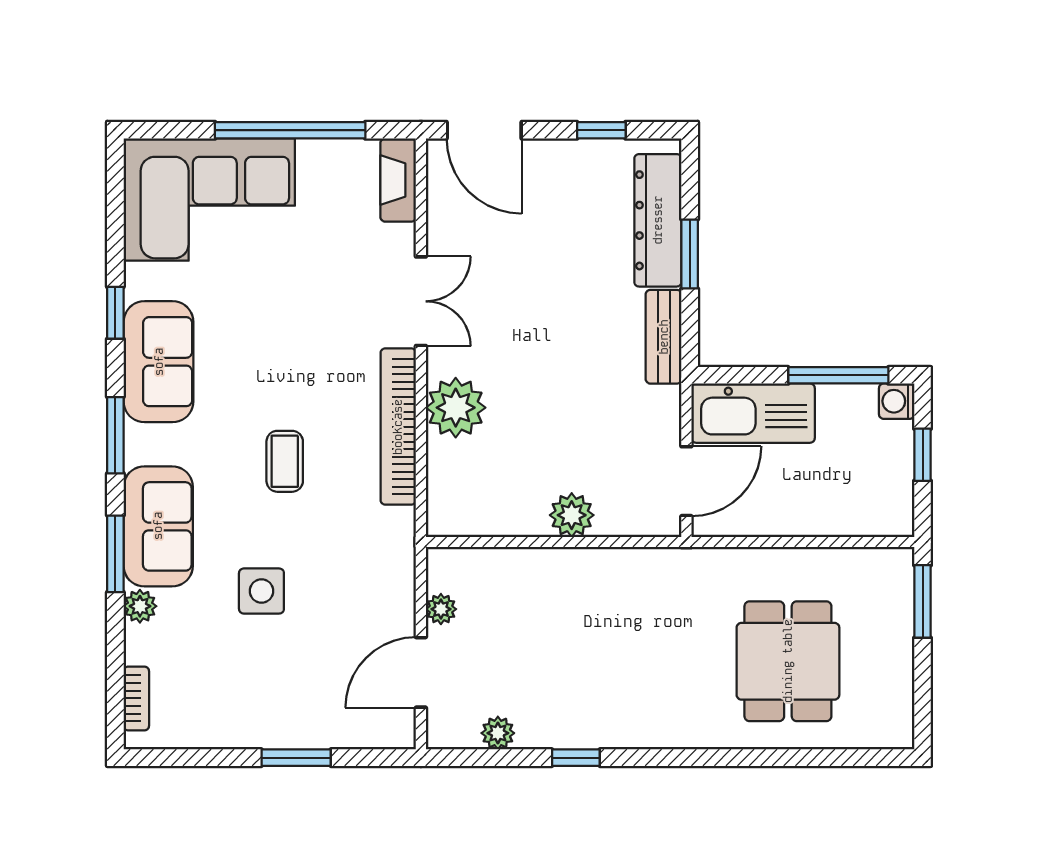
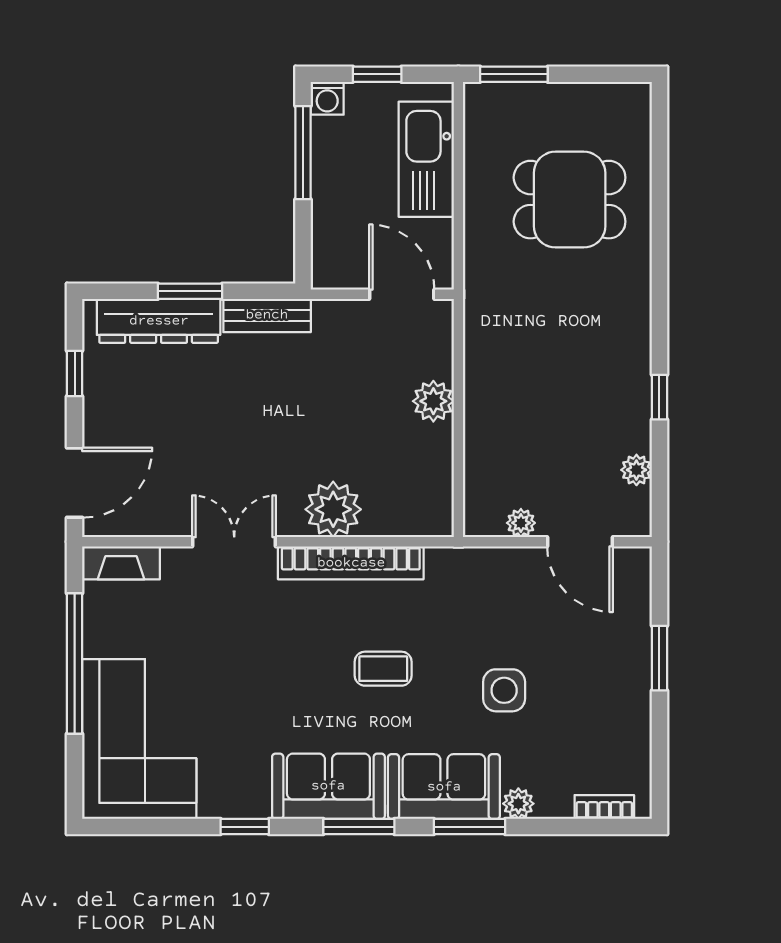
sofa: (159, 362) -> (328, 786), moved
kitchen sink: (753, 413) -> (426, 159), moved, turned 180

